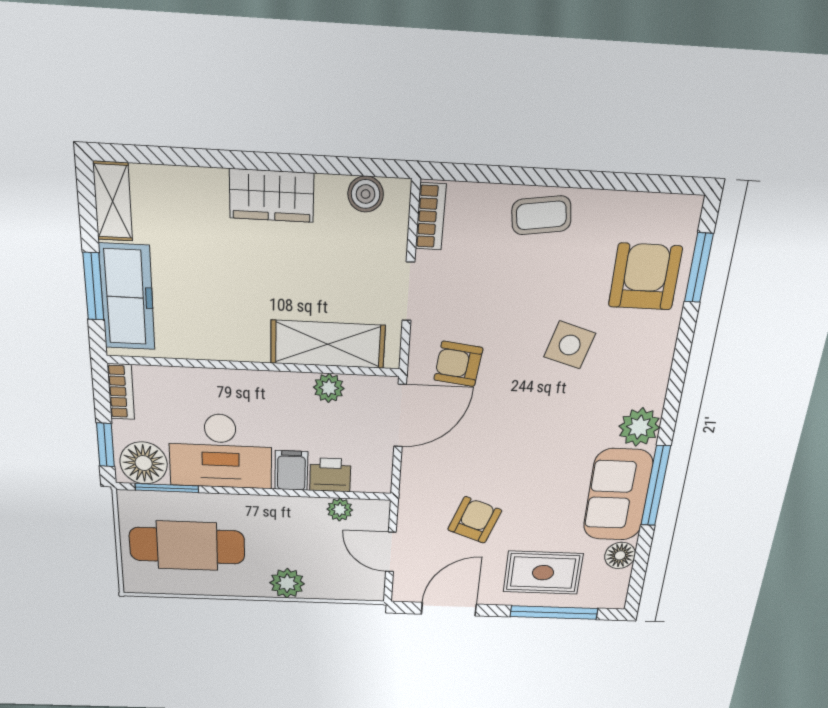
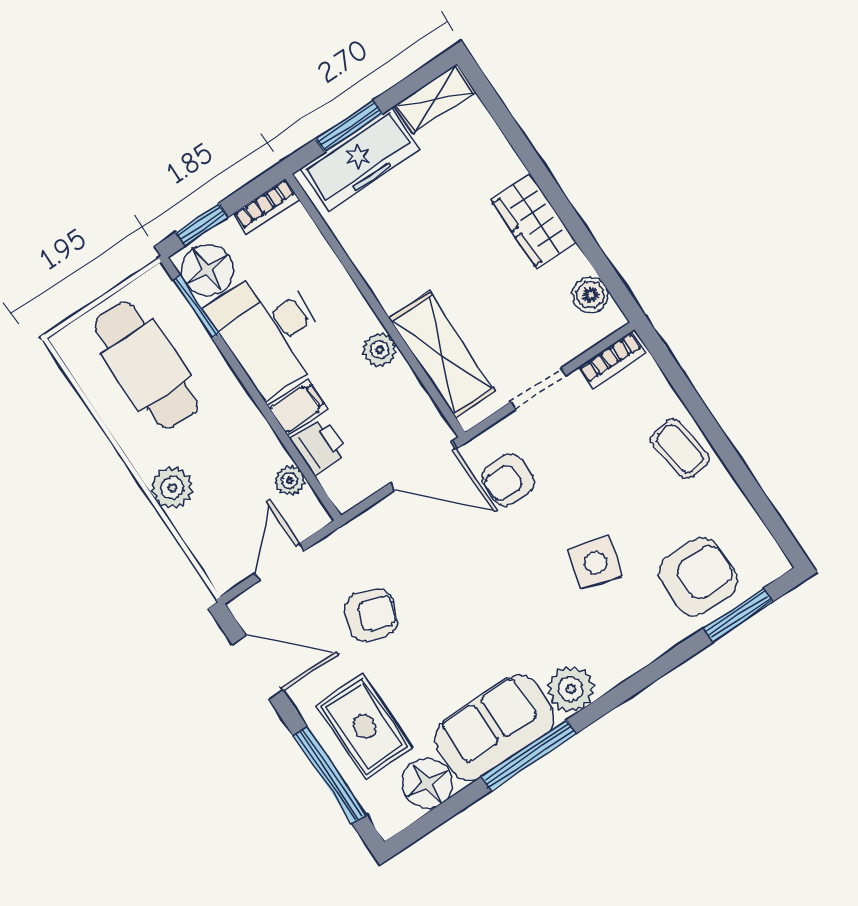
armchair: (458, 364) -> (508, 480), turned -97
plant: (329, 388) -> (380, 350), moved
floor lamp: (620, 555) -> (427, 783), width x1.38, depth x1.38

